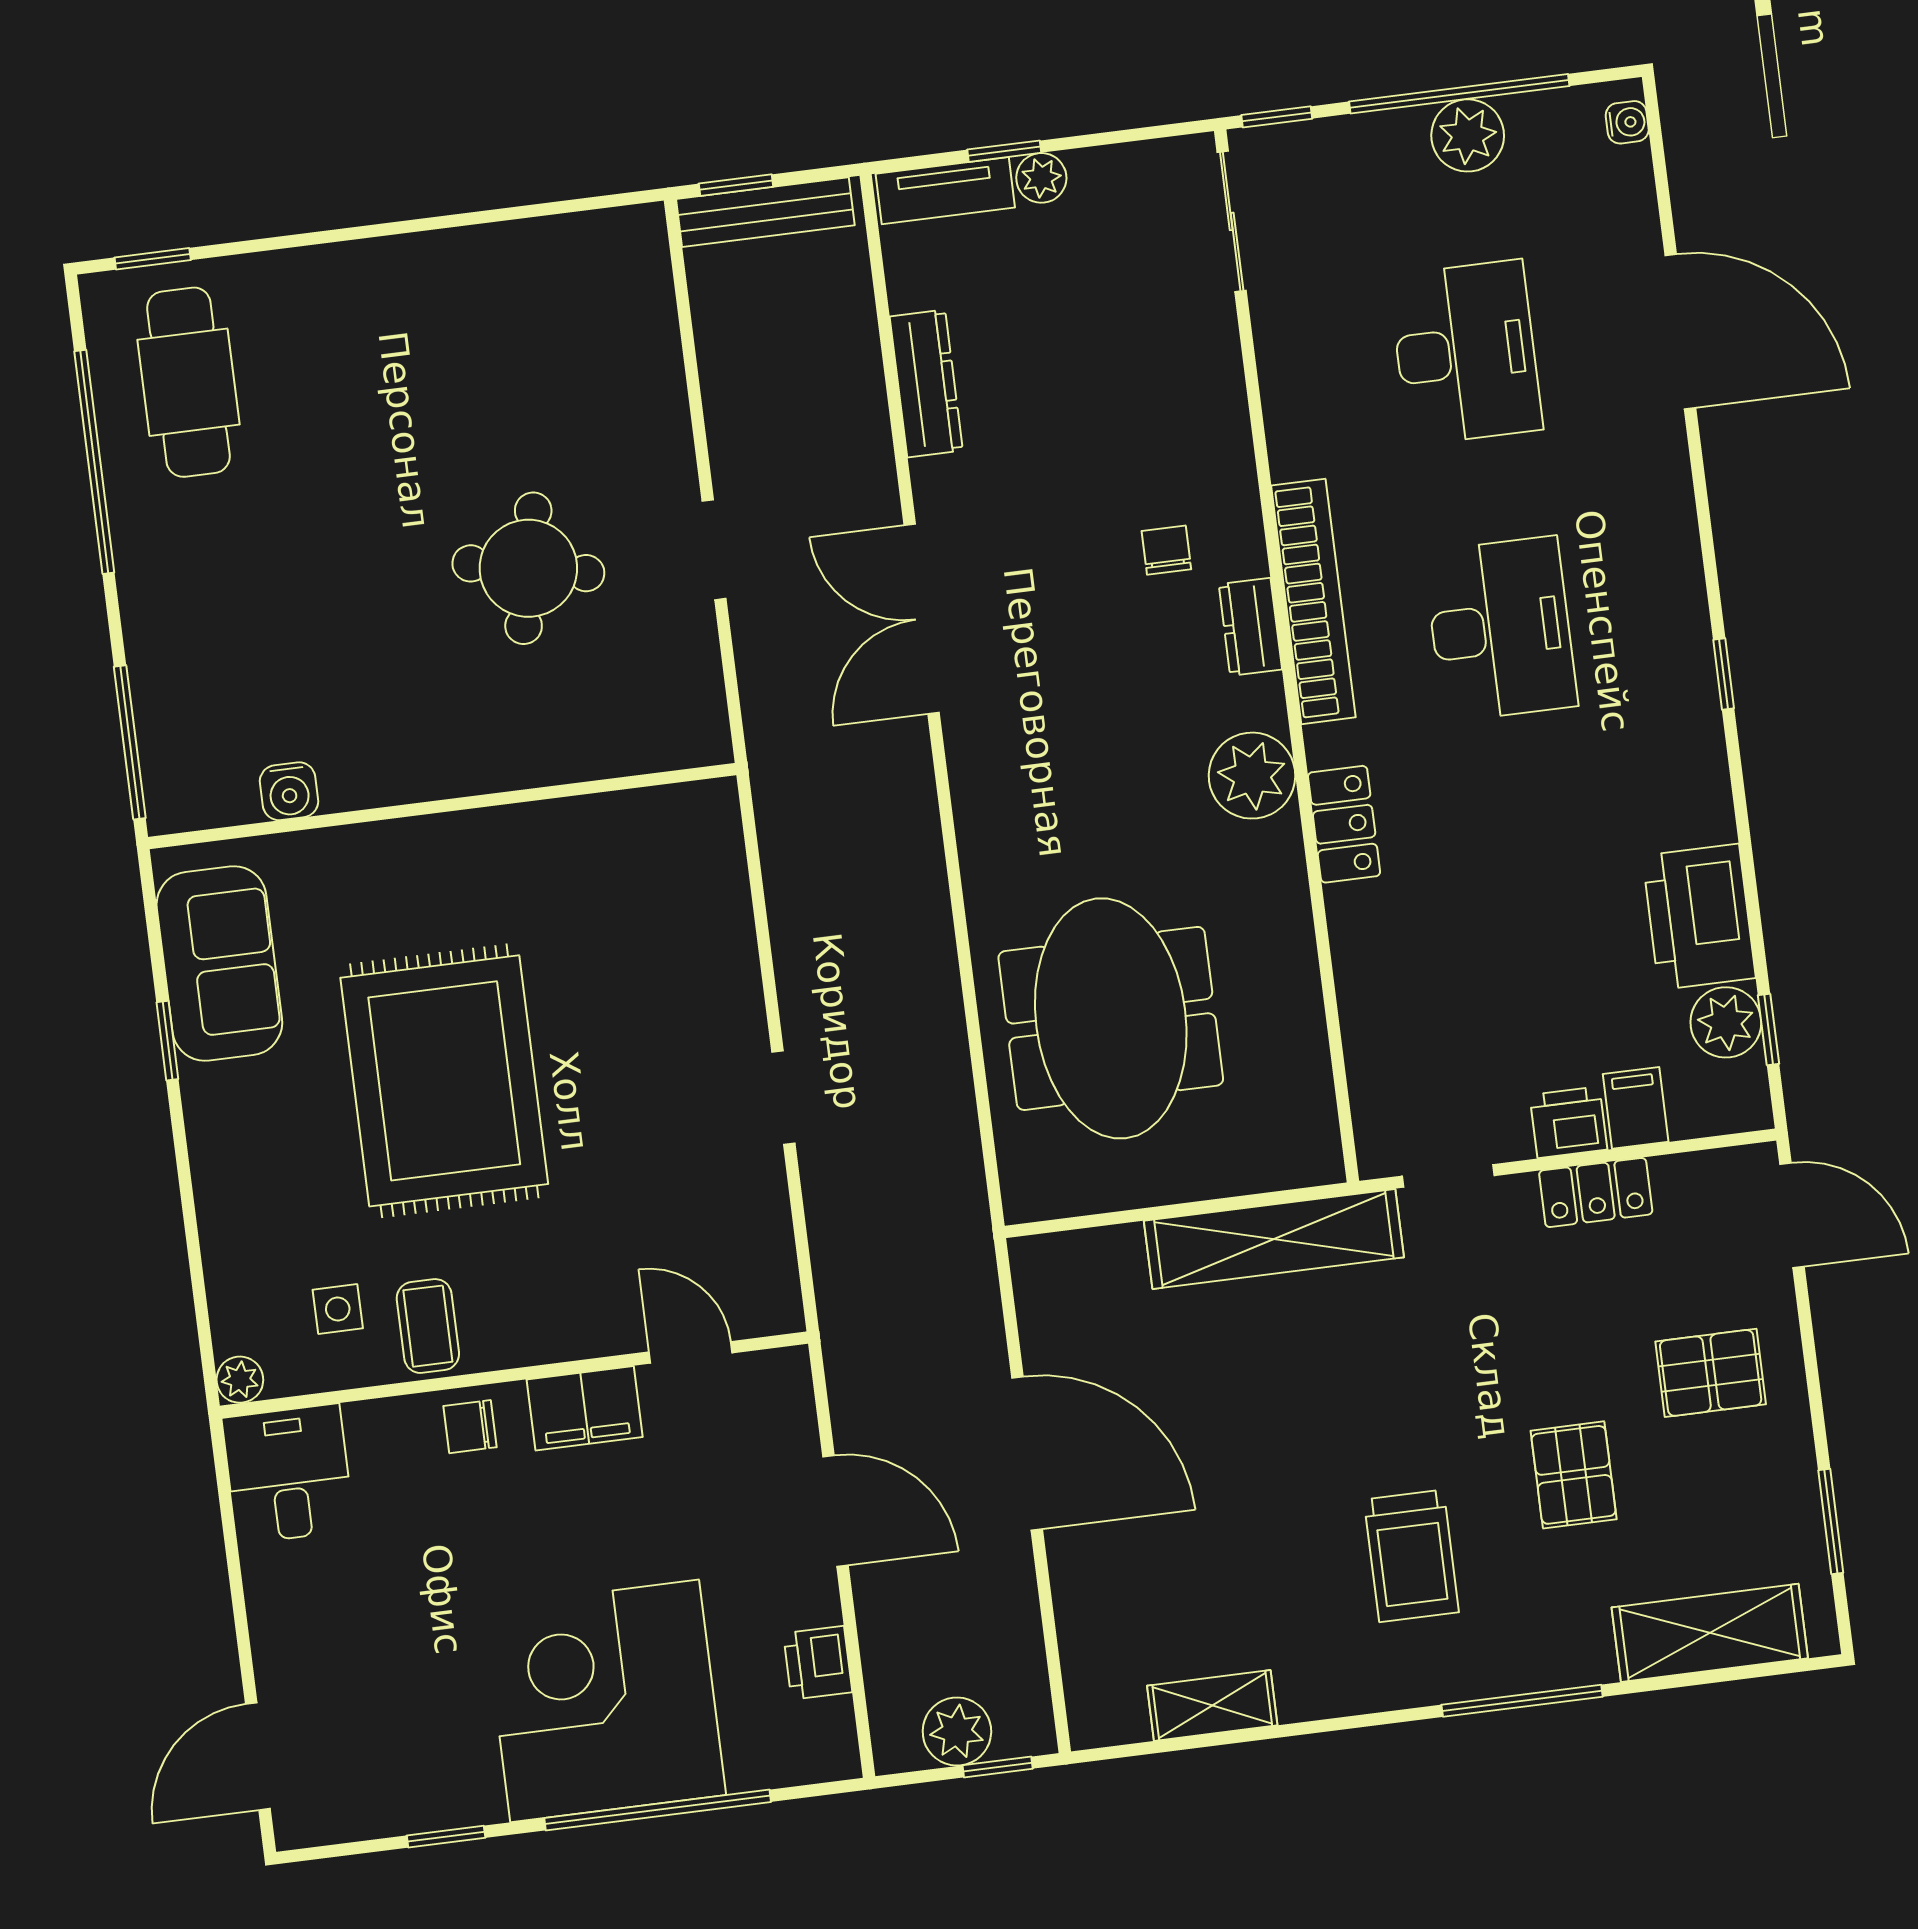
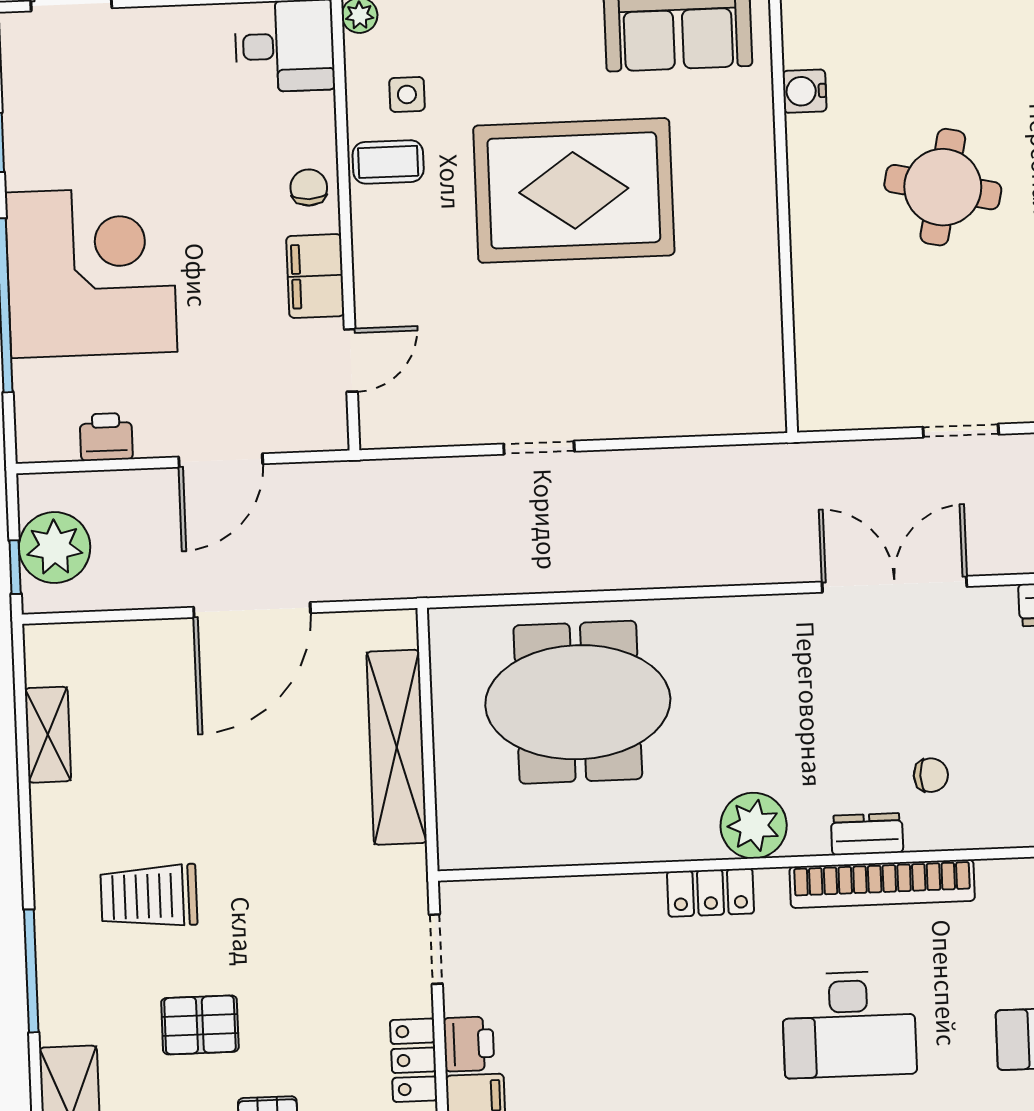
round table: (528, 568) -> (943, 187), moved
shelving: (1274, 1239) -> (397, 747), moved
plant: (957, 1732) -> (55, 548), width x1.36, depth x1.36

